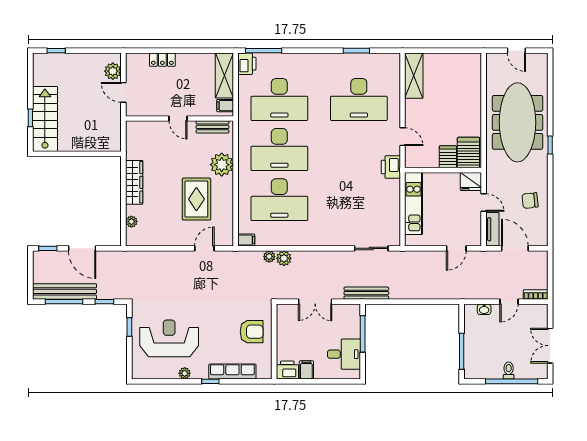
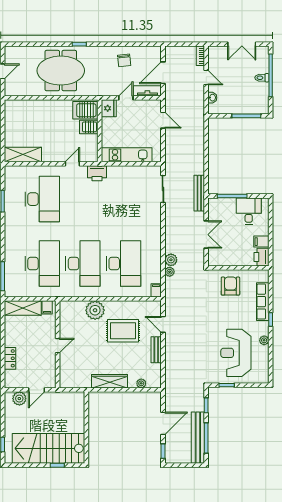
printer: (247, 64) -> (13, 290), removed
stairs: (45, 119) -> (48, 448), width x1.36, depth x1.51
meeting table: (518, 122) -> (61, 71), width x0.73
bench: (212, 127) -> (156, 350), moved

